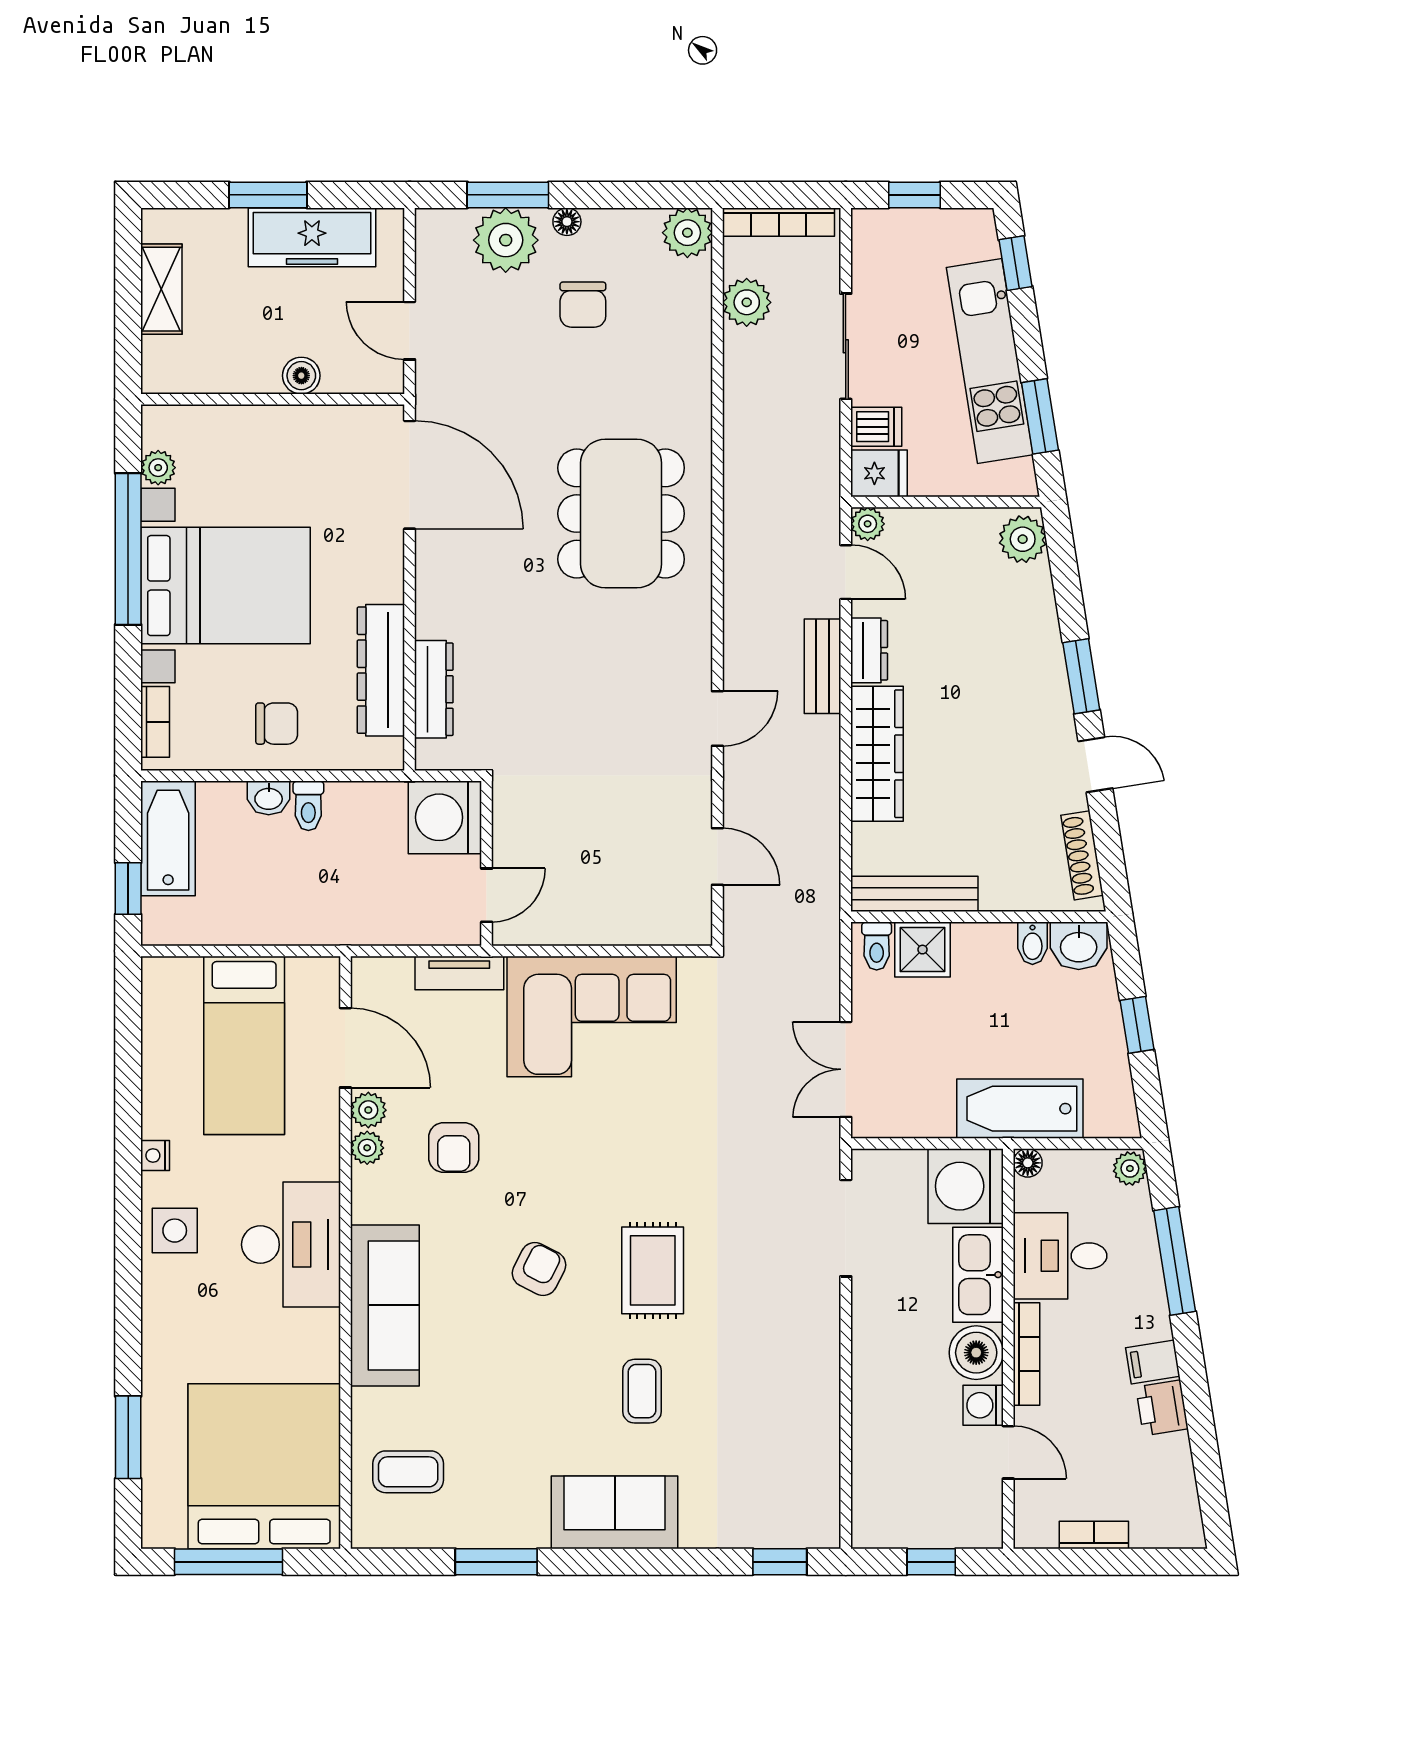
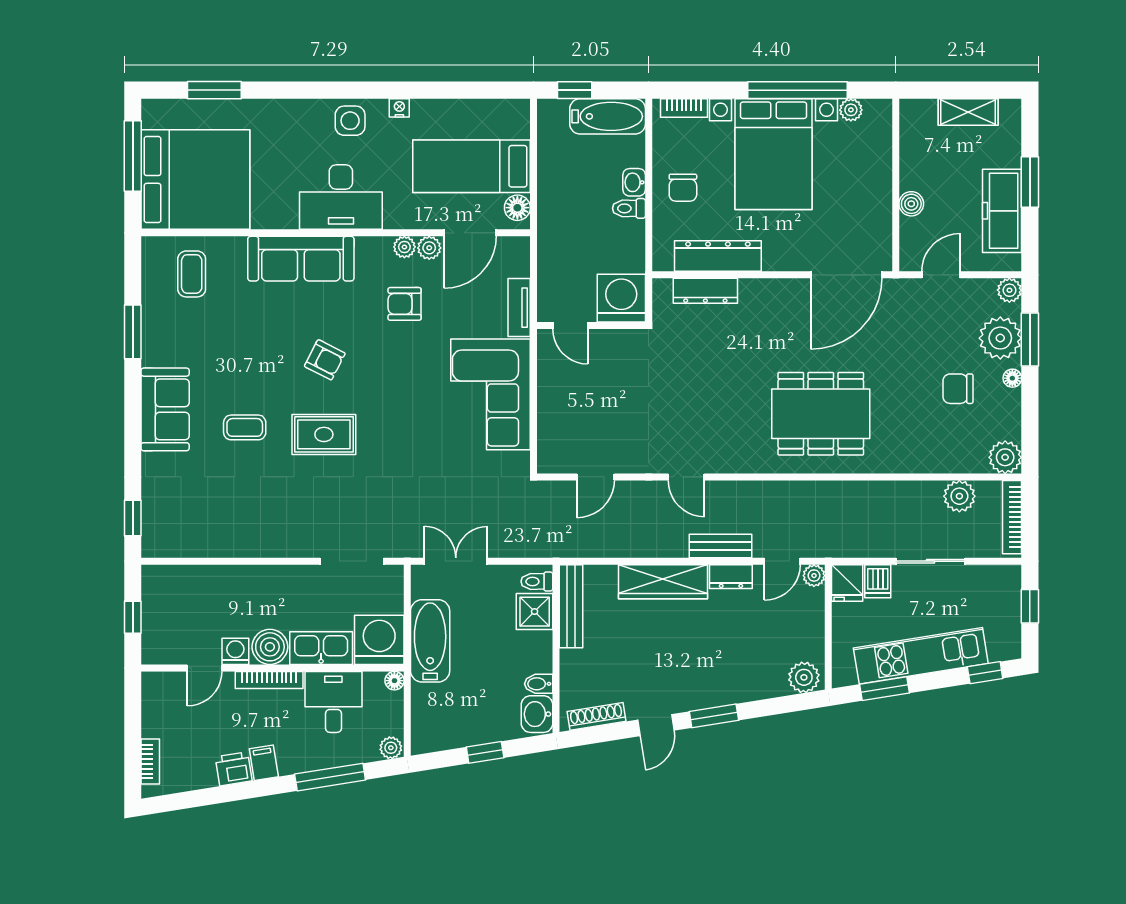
plant: (433, 226) -> (1009, 290), added
floor lamp: (307, 976) -> (517, 208), added
bathtub: (1020, 1109) -> (430, 641), moved
bookcase: (1094, 1535) -> (150, 761), moved

